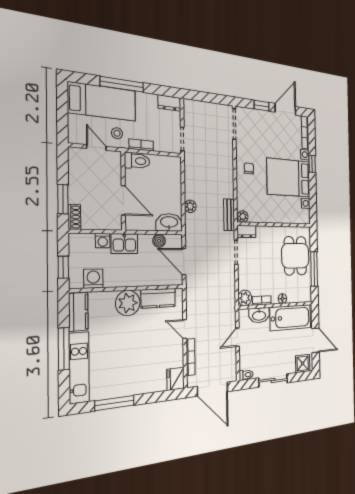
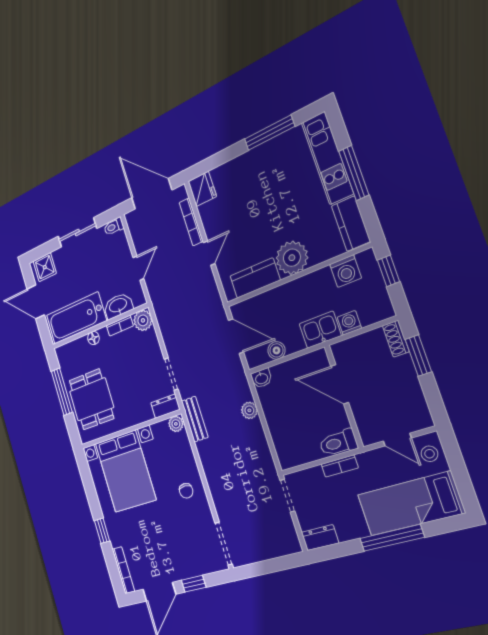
stool: (117, 133) -> (429, 454), moved
bed with nightstands: (289, 178) -> (125, 471), moved, turned 90
washbasin: (169, 222) -> (261, 378), width x0.52, depth x0.69
door: (185, 329) -> (209, 253), hinge flipped

